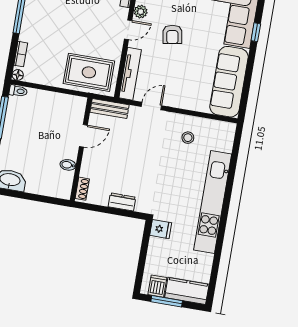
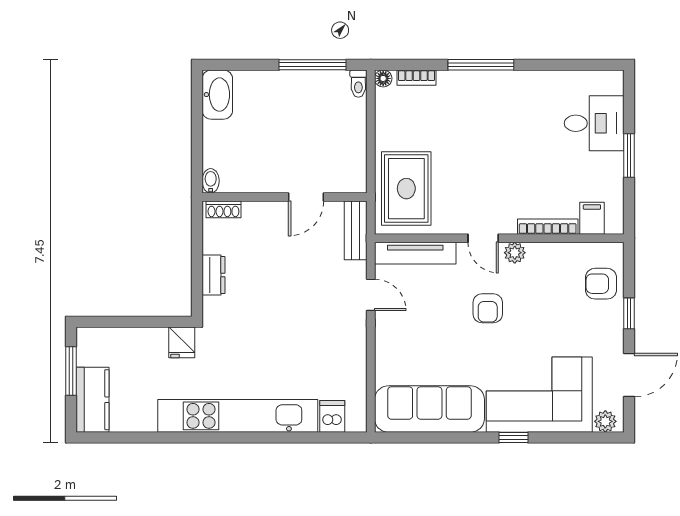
armchair: (172, 34) -> (488, 308), turned -80
door: (83, 136) -> (306, 197), hinge flipped
stool: (188, 138) -> (331, 360), removed
bidet: (68, 165) -> (211, 181), moved
dishwasher: (157, 286) -> (332, 416), moved, turned -90

